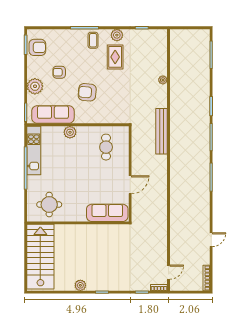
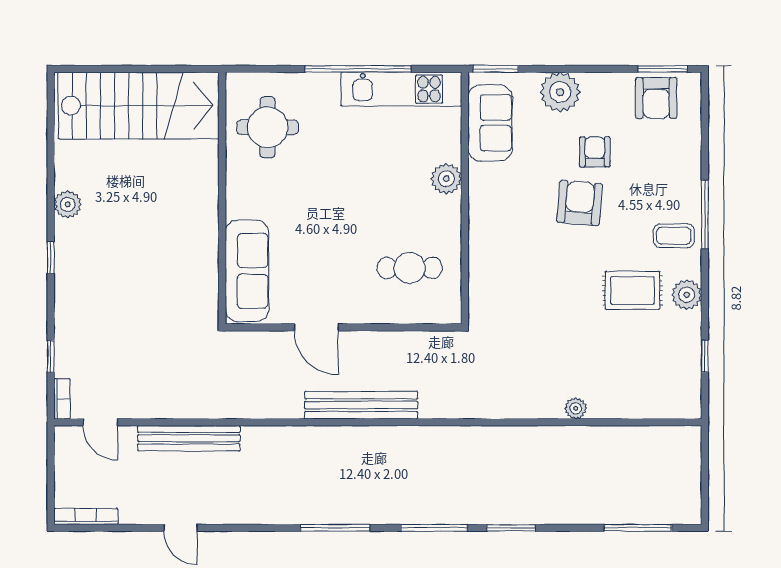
armchair: (87, 92) -> (580, 203), moved
sofa: (53, 115) -> (490, 123), width x0.73
bench: (162, 131) -> (361, 405), moved
bench: (175, 236) -> (189, 438), added

